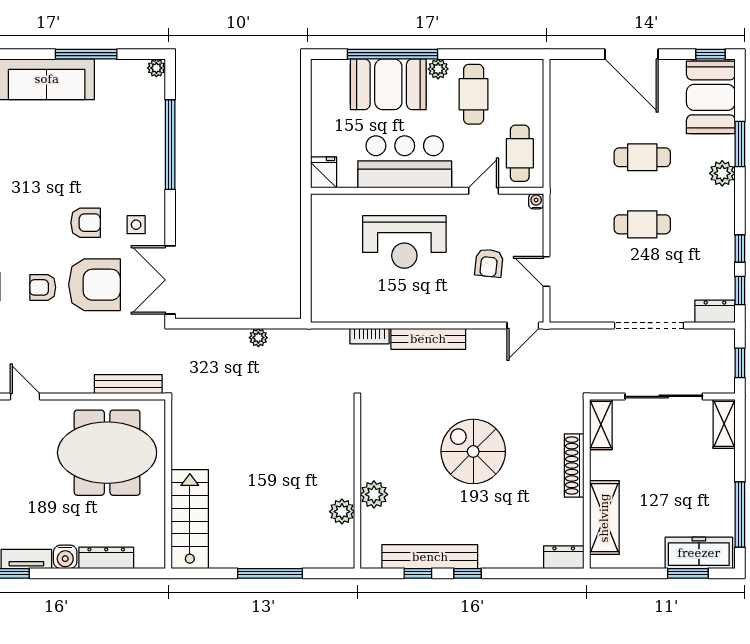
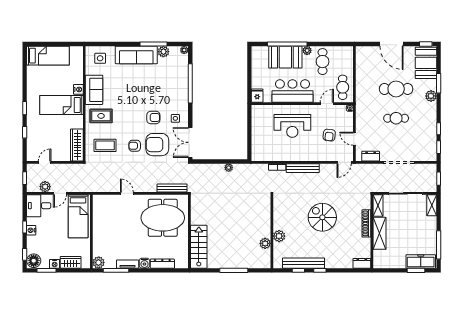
plant: (109, 72) -> (163, 52), added
cafe table: (642, 157) -> (396, 89), width x1.37, depth x1.35
armchair: (95, 285) -> (157, 145), turned 180
dresser: (715, 311) -> (371, 156), moved
shelving: (604, 518) -> (380, 233), moved

